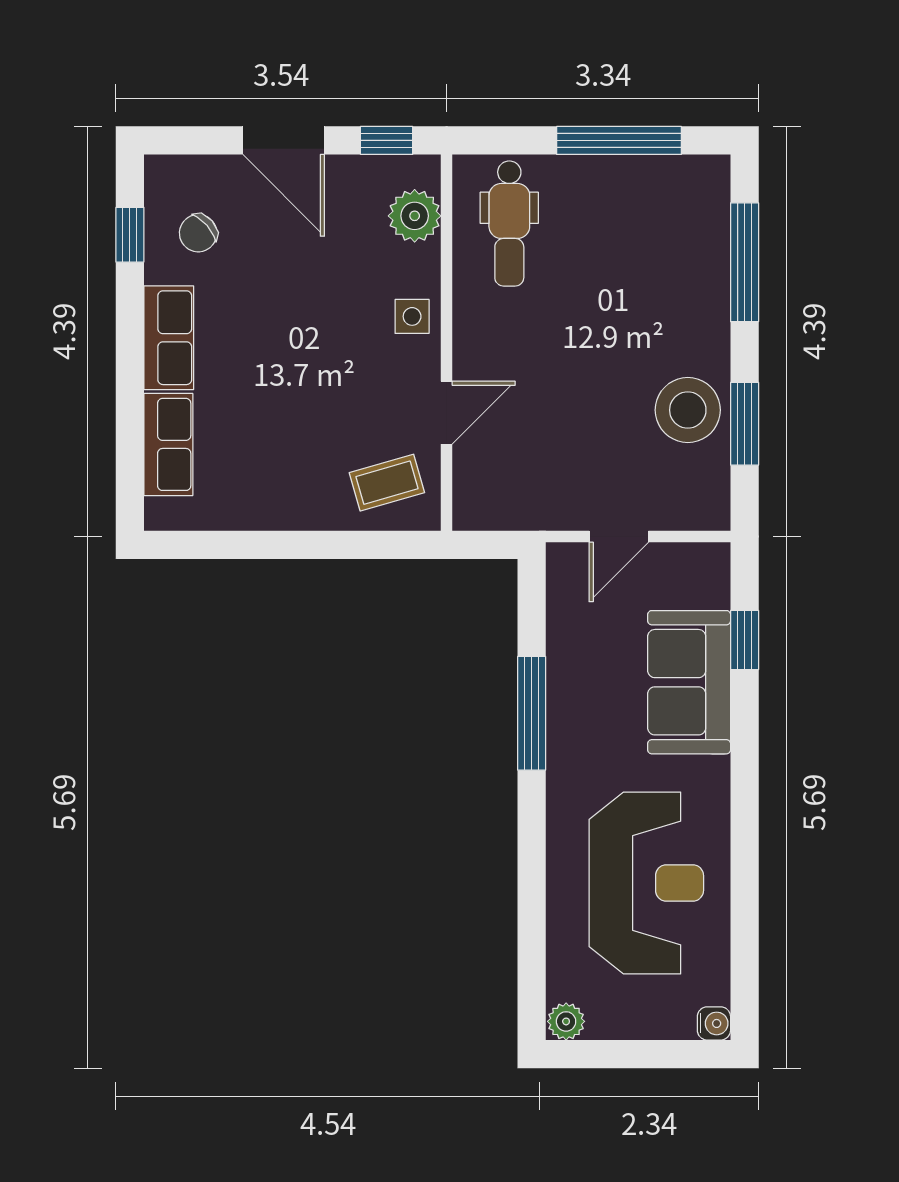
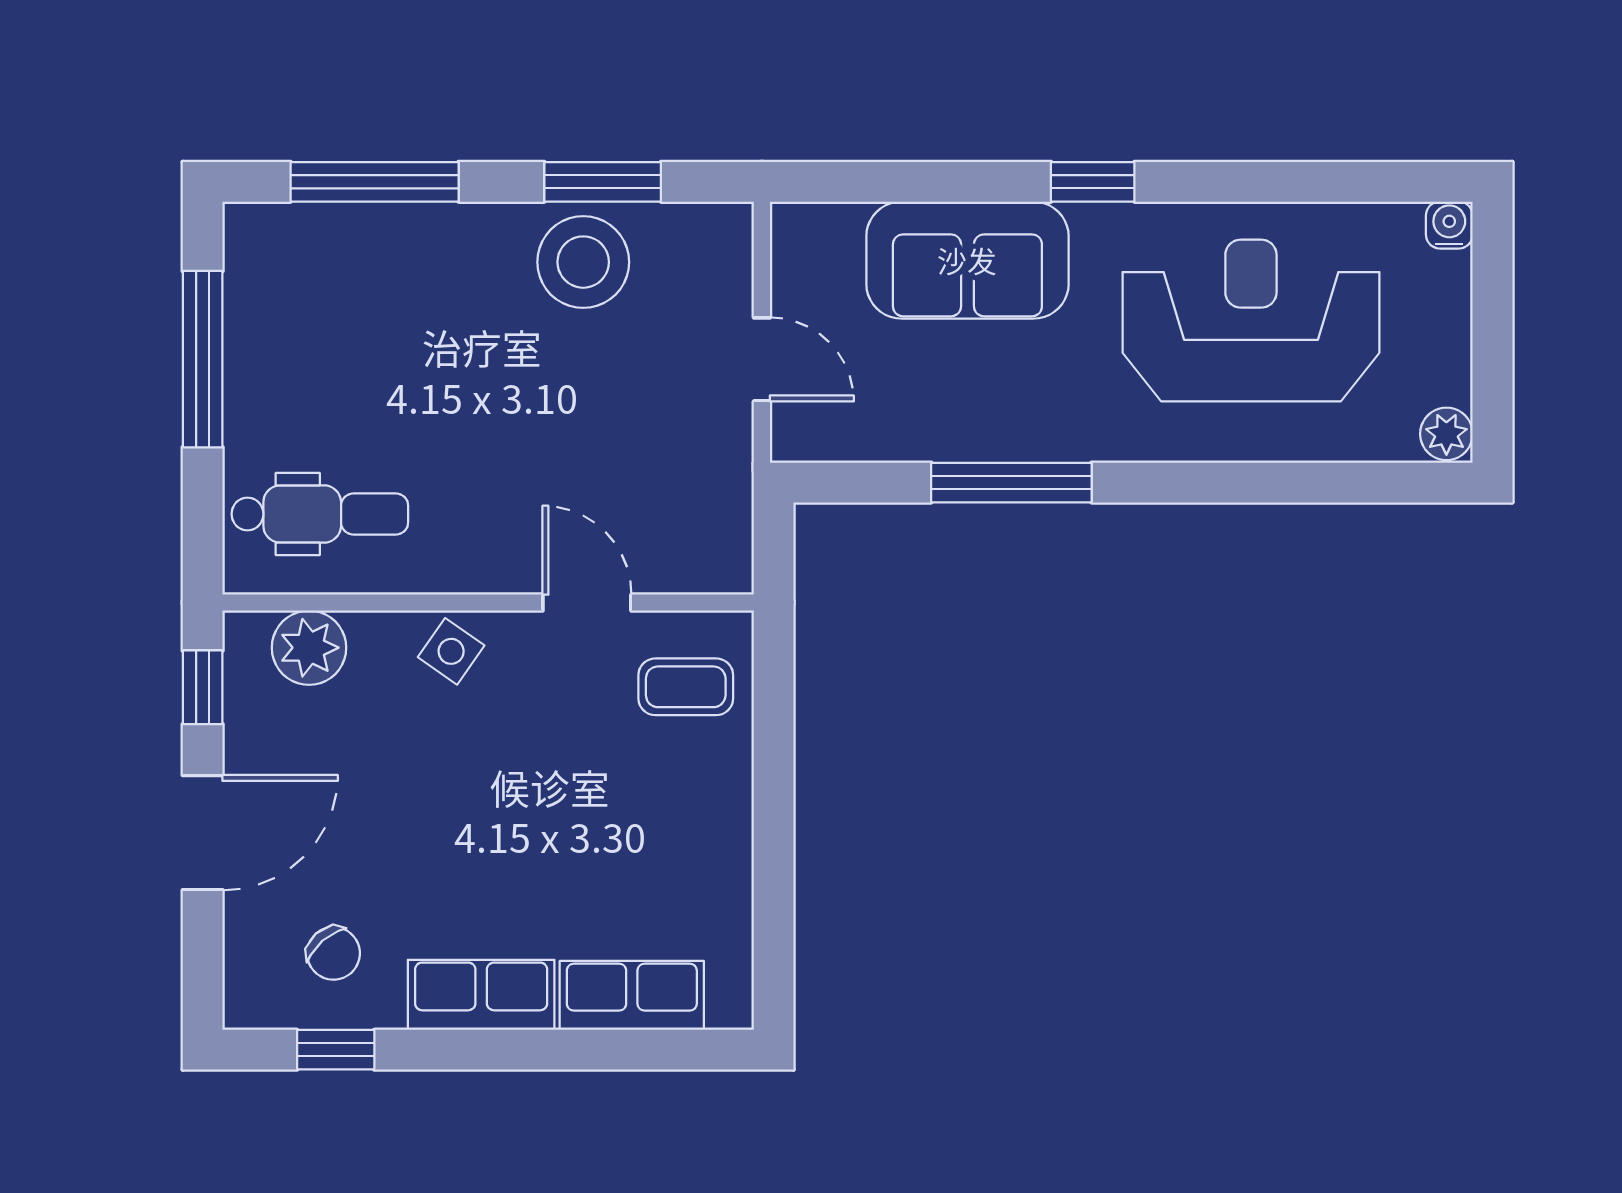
side table: (412, 316) -> (451, 651), turned 35
coffee table: (387, 483) -> (686, 687), turned -74
window: (745, 640) -> (1093, 182), moved

